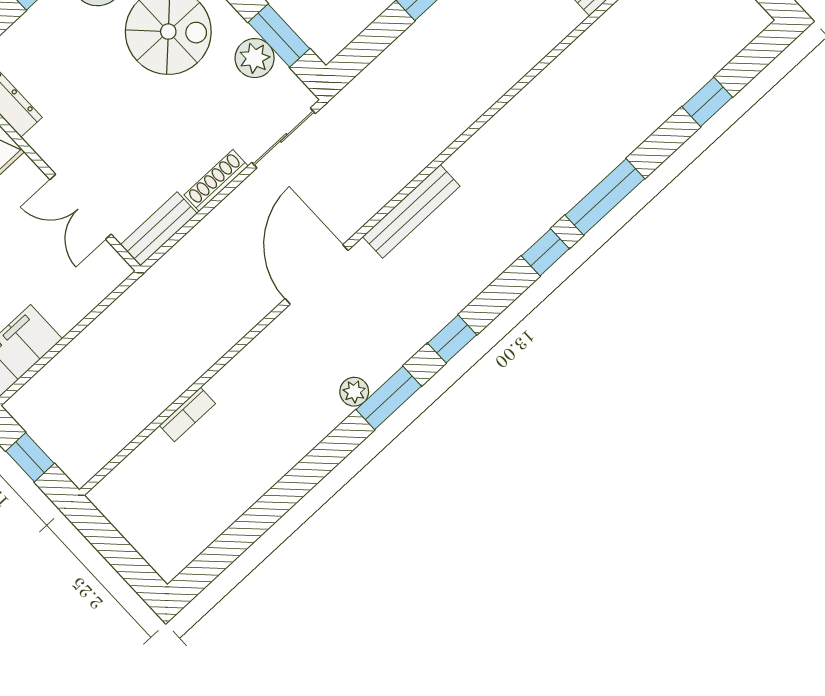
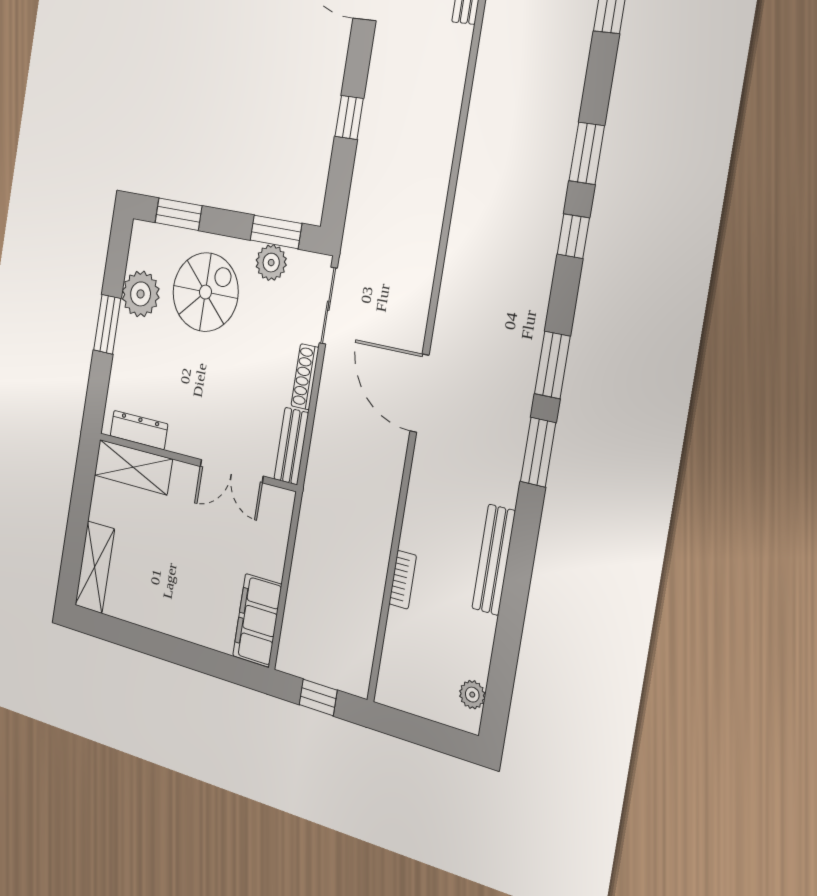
window: (605, 197) -> (587, 153), width x0.69
bench: (411, 211) -> (494, 560), moved
window: (452, 339) -> (552, 365), width x1.50
plant: (354, 392) -> (472, 695), moved

